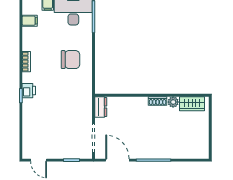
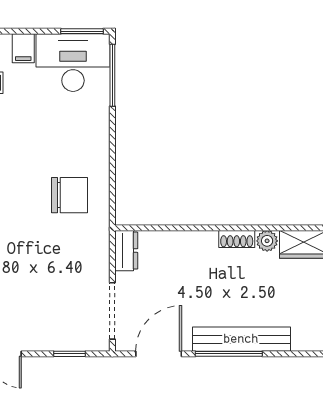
chair: (71, 60) -> (70, 195), moved
bench: (160, 153) -> (241, 339), added
door: (117, 160) -> (159, 354), hinge flipped

